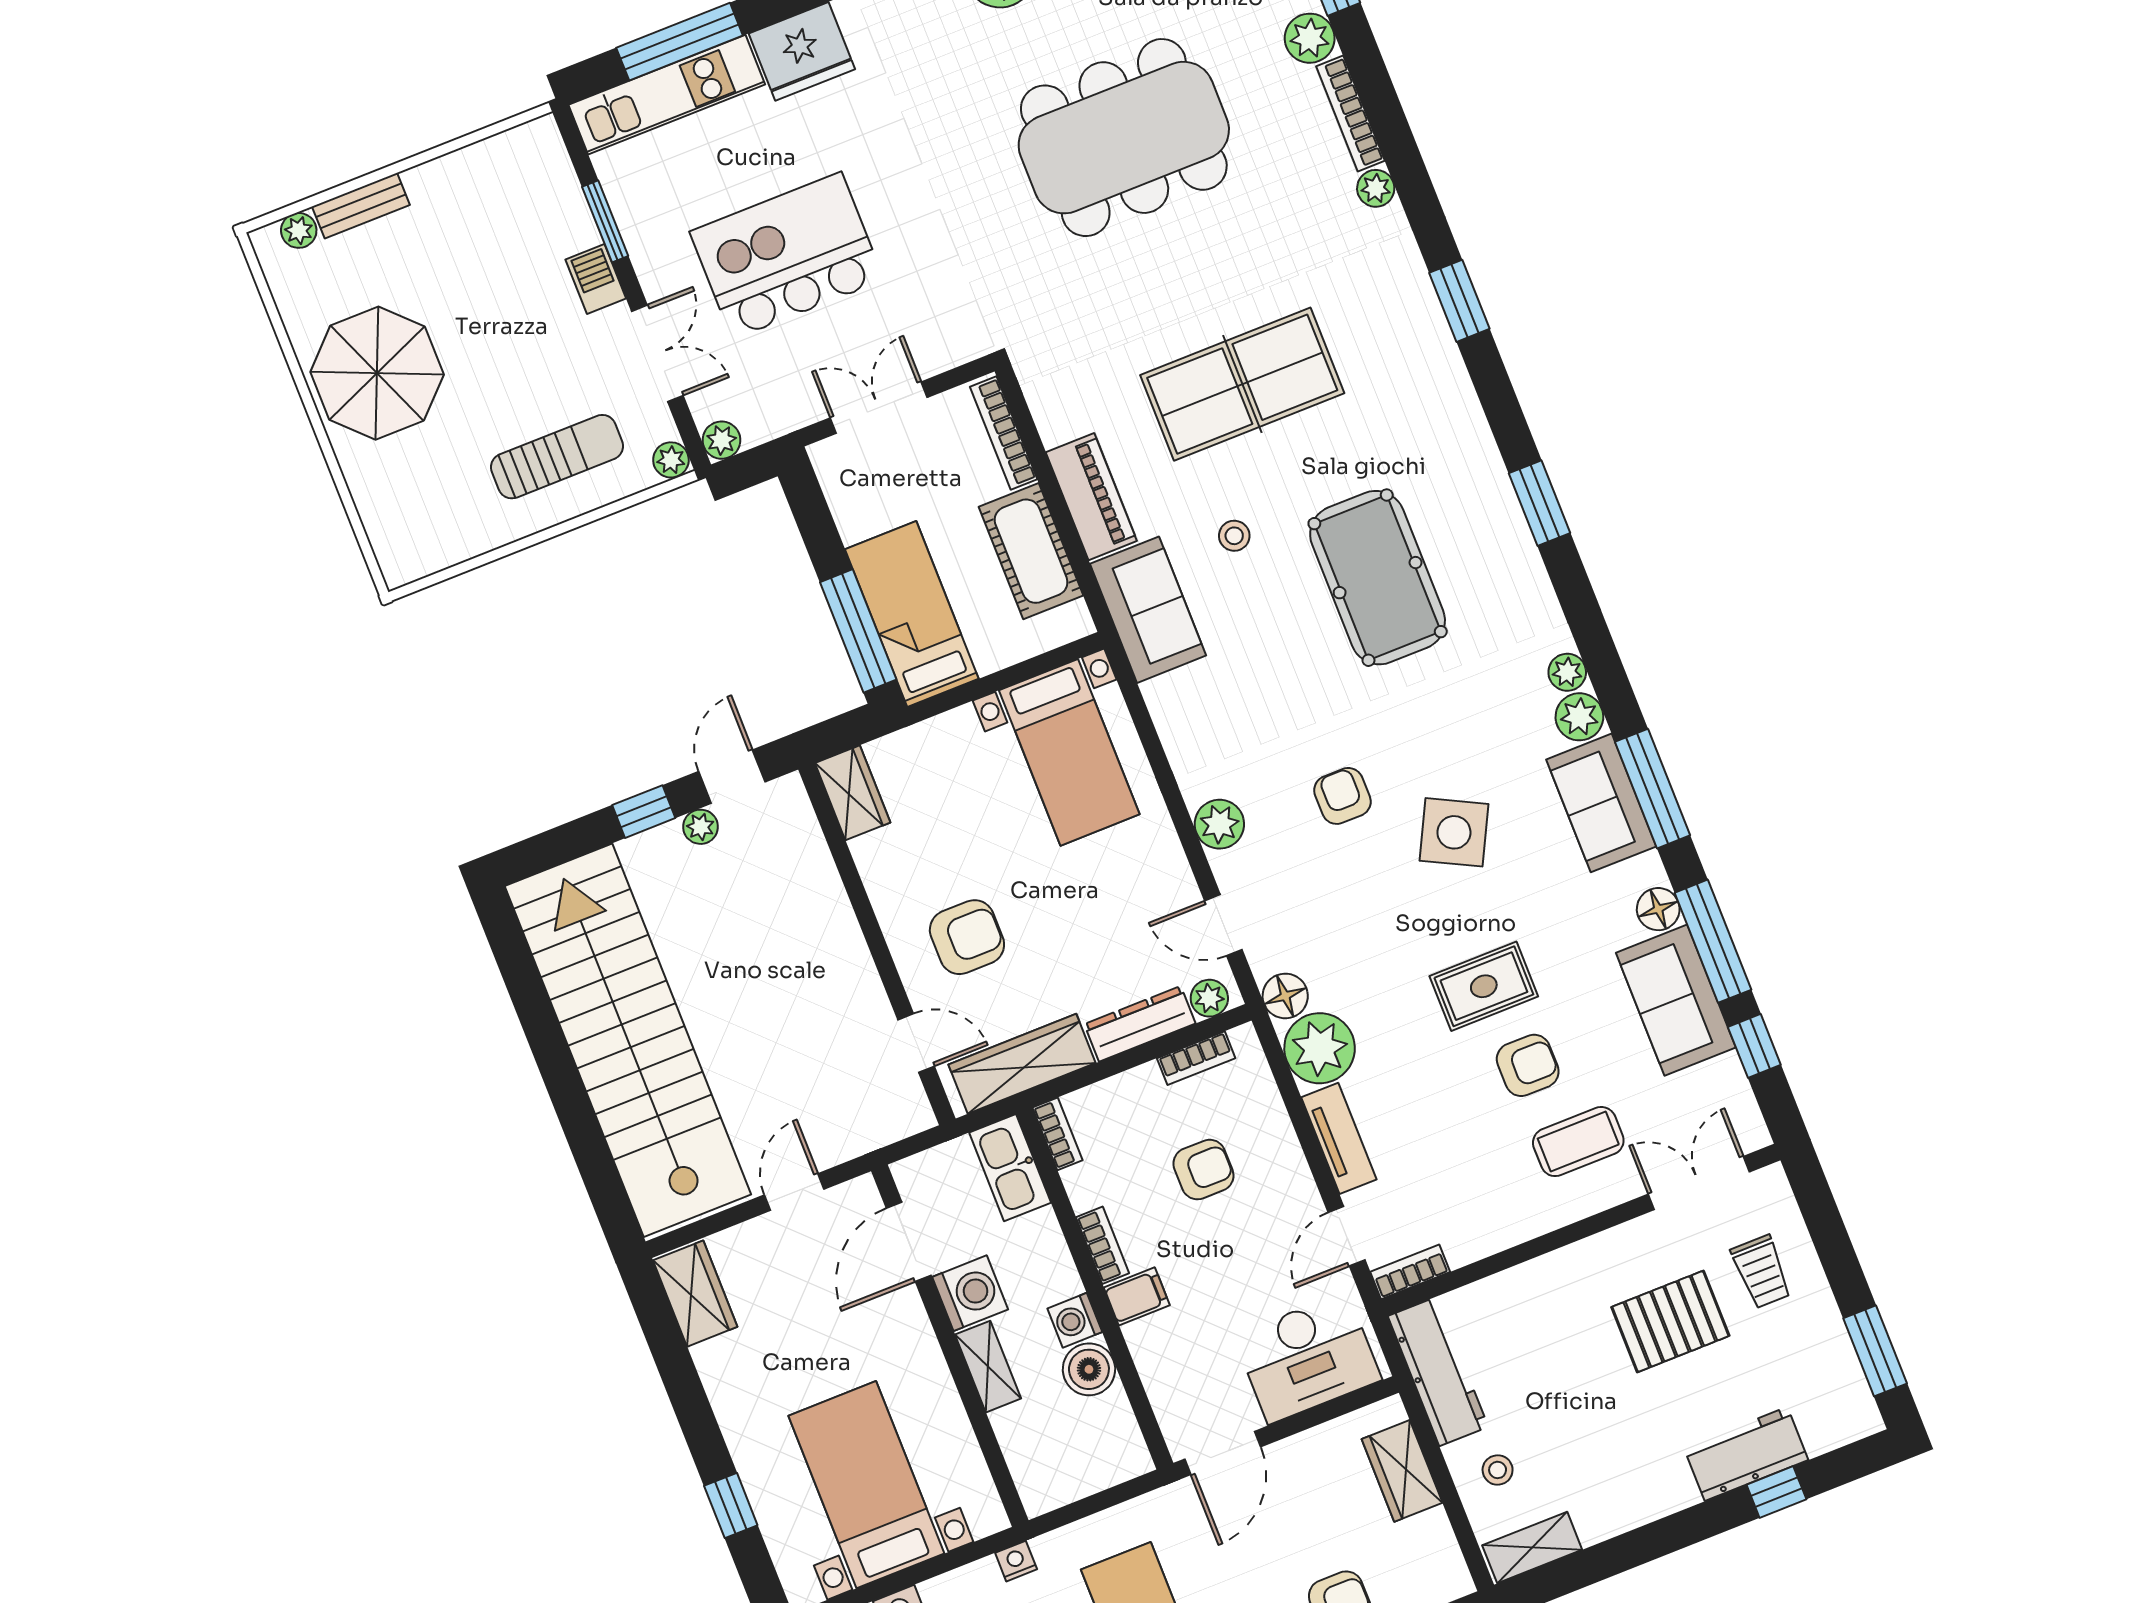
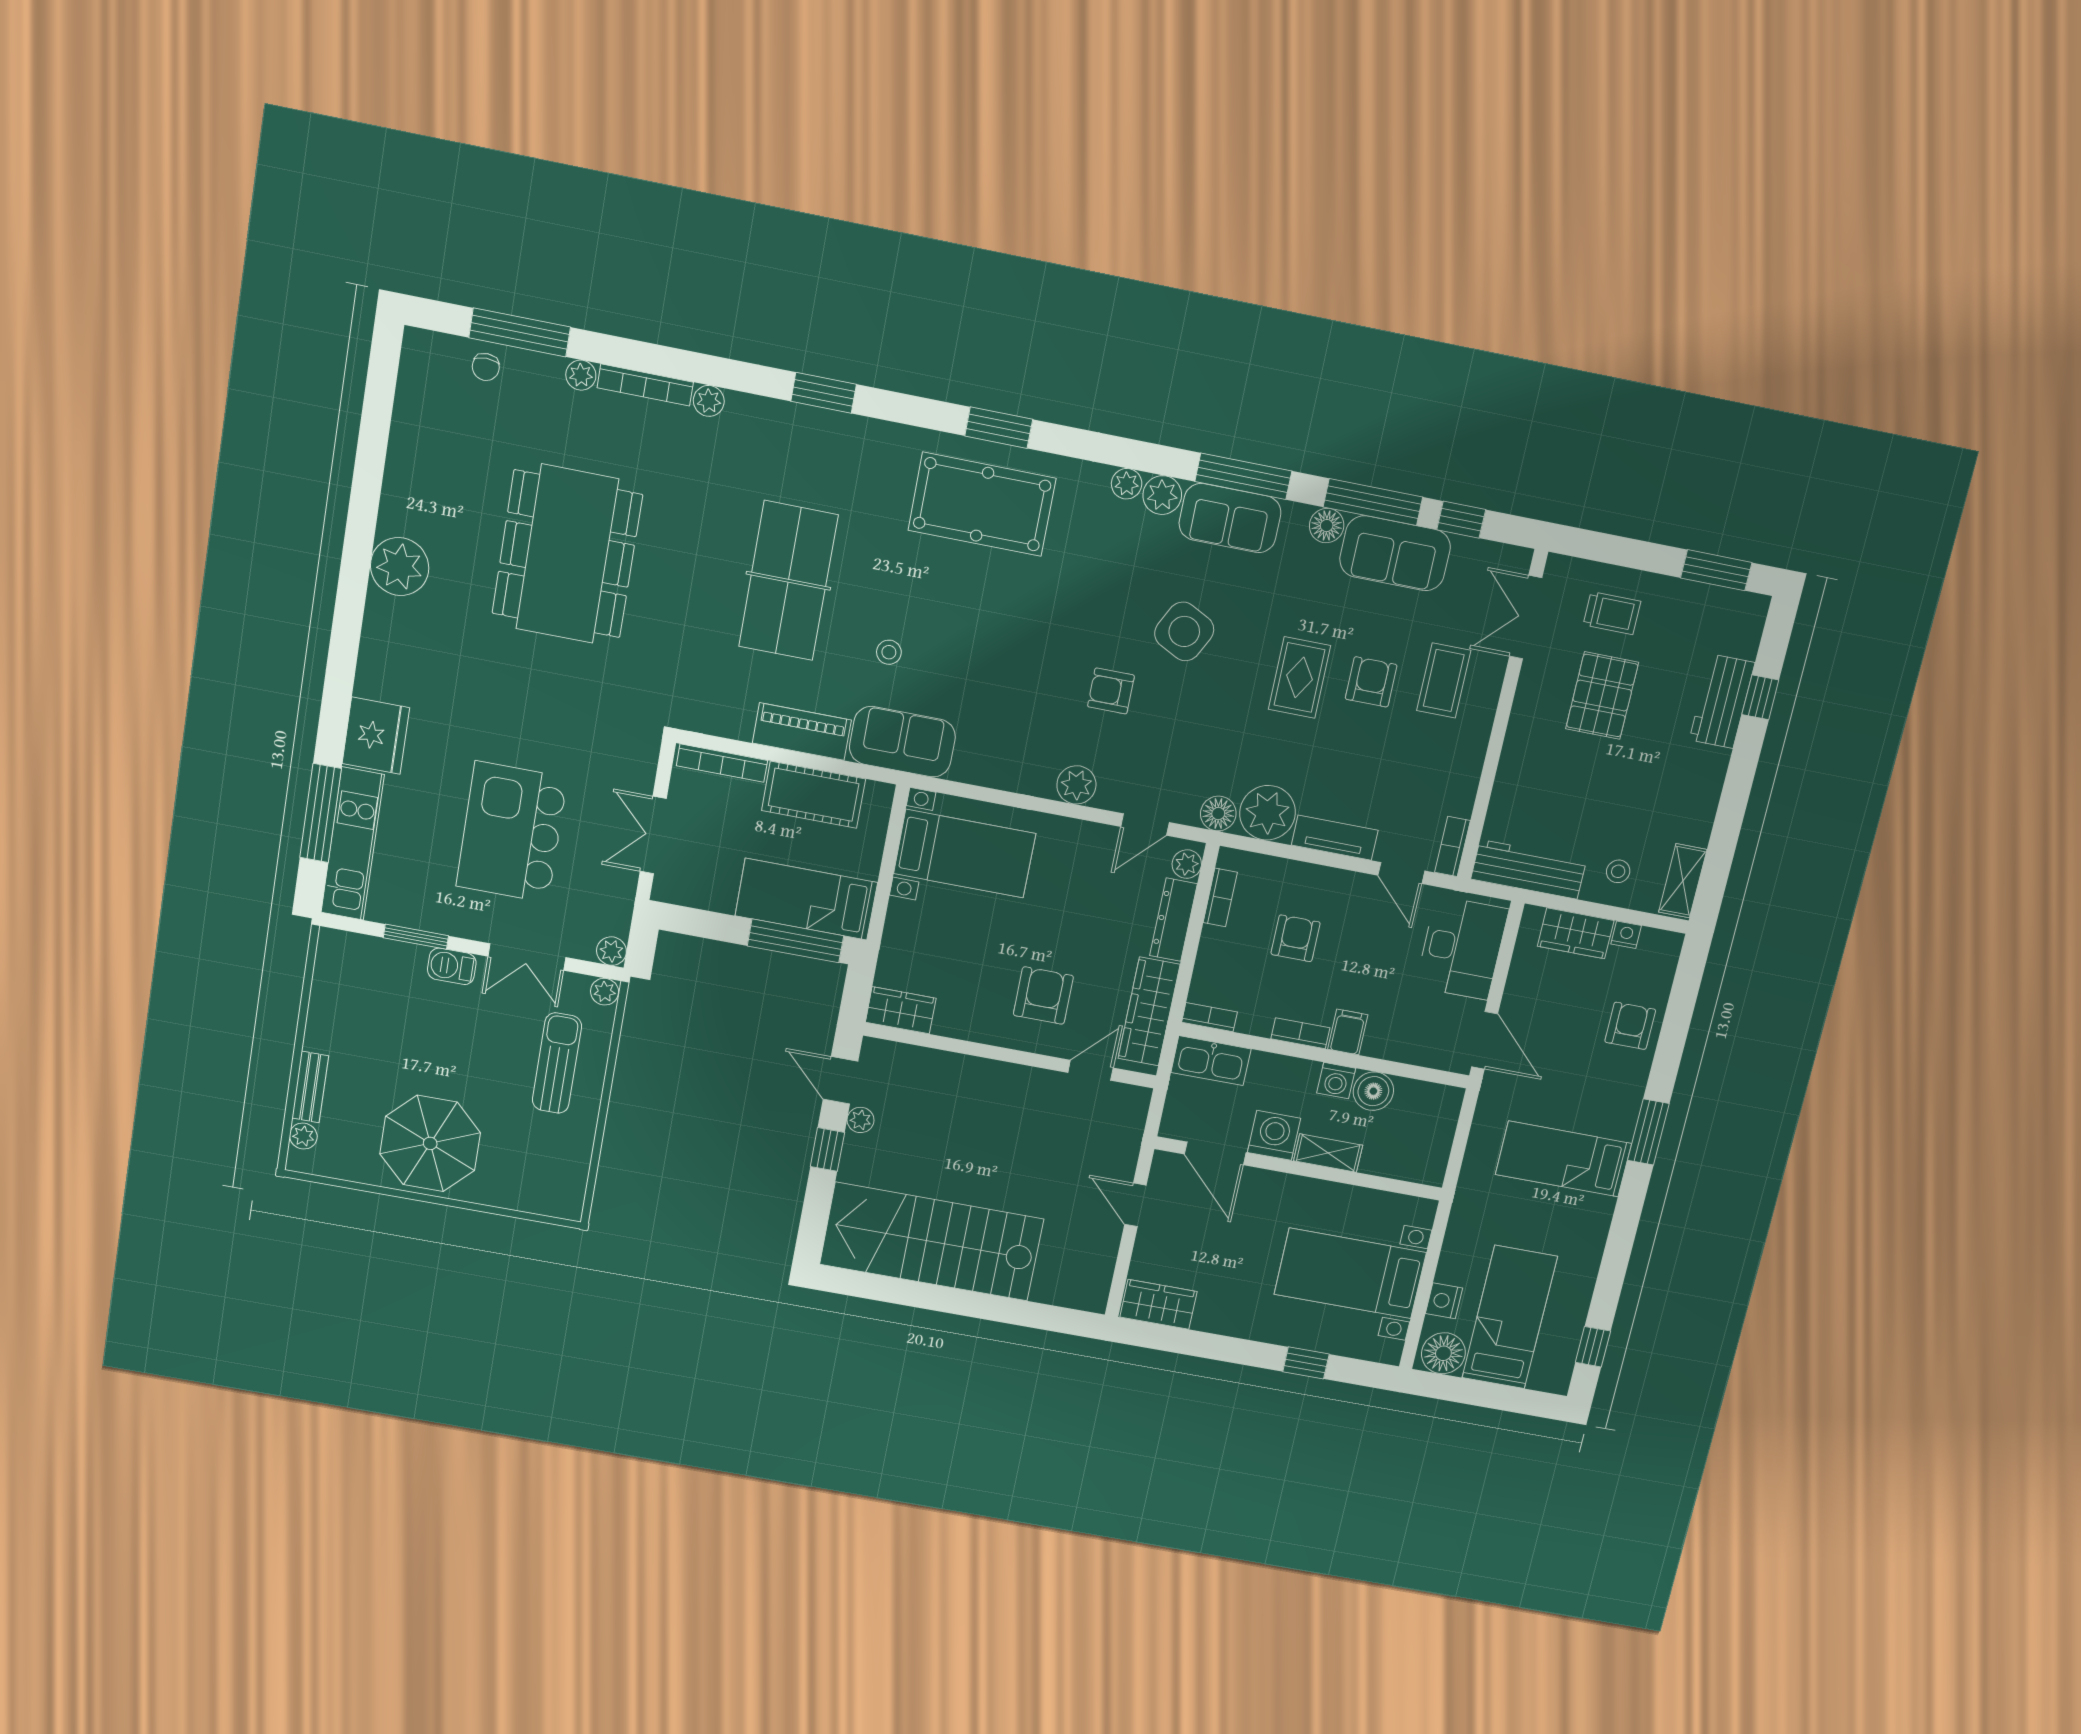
plant: (1310, 38) -> (581, 375), width x0.73, depth x0.73
double door: (657, 353) -> (527, 957), swing flipped
pool table: (1378, 578) -> (982, 504), moved
stairs: (628, 1040) -> (932, 1242), width x0.73
nightstand: (1016, 1561) -> (1626, 935), moved, turned 90

